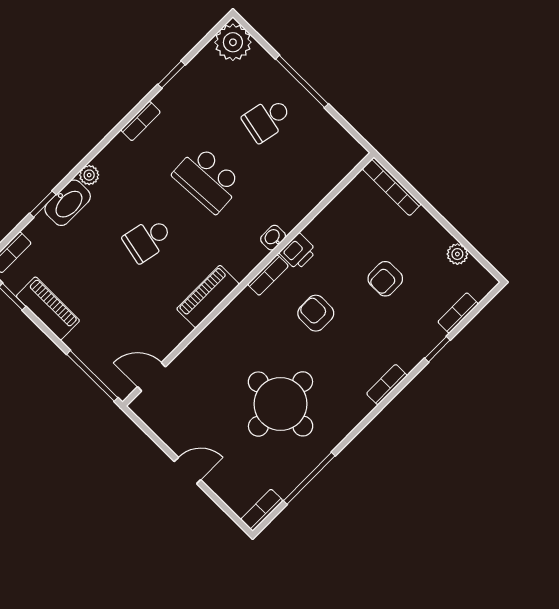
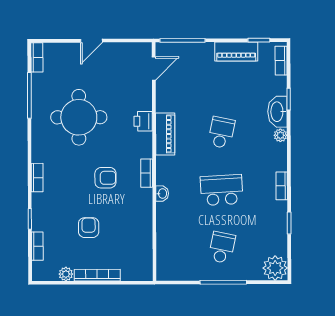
bookcase: (392, 186) -> (97, 275), moved
printer: (298, 252) -> (143, 121), moved

